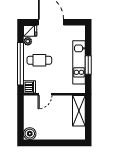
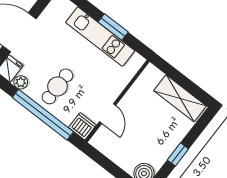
shelving: (79, 111) -> (180, 98), moved
window: (51, 143) -> (178, 154), added

